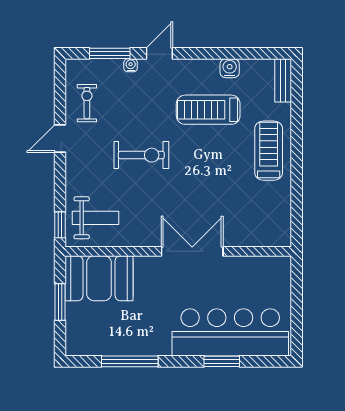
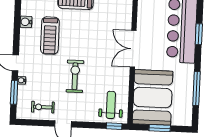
booth: (99, 278) -> (153, 97), width x1.36, depth x1.42

